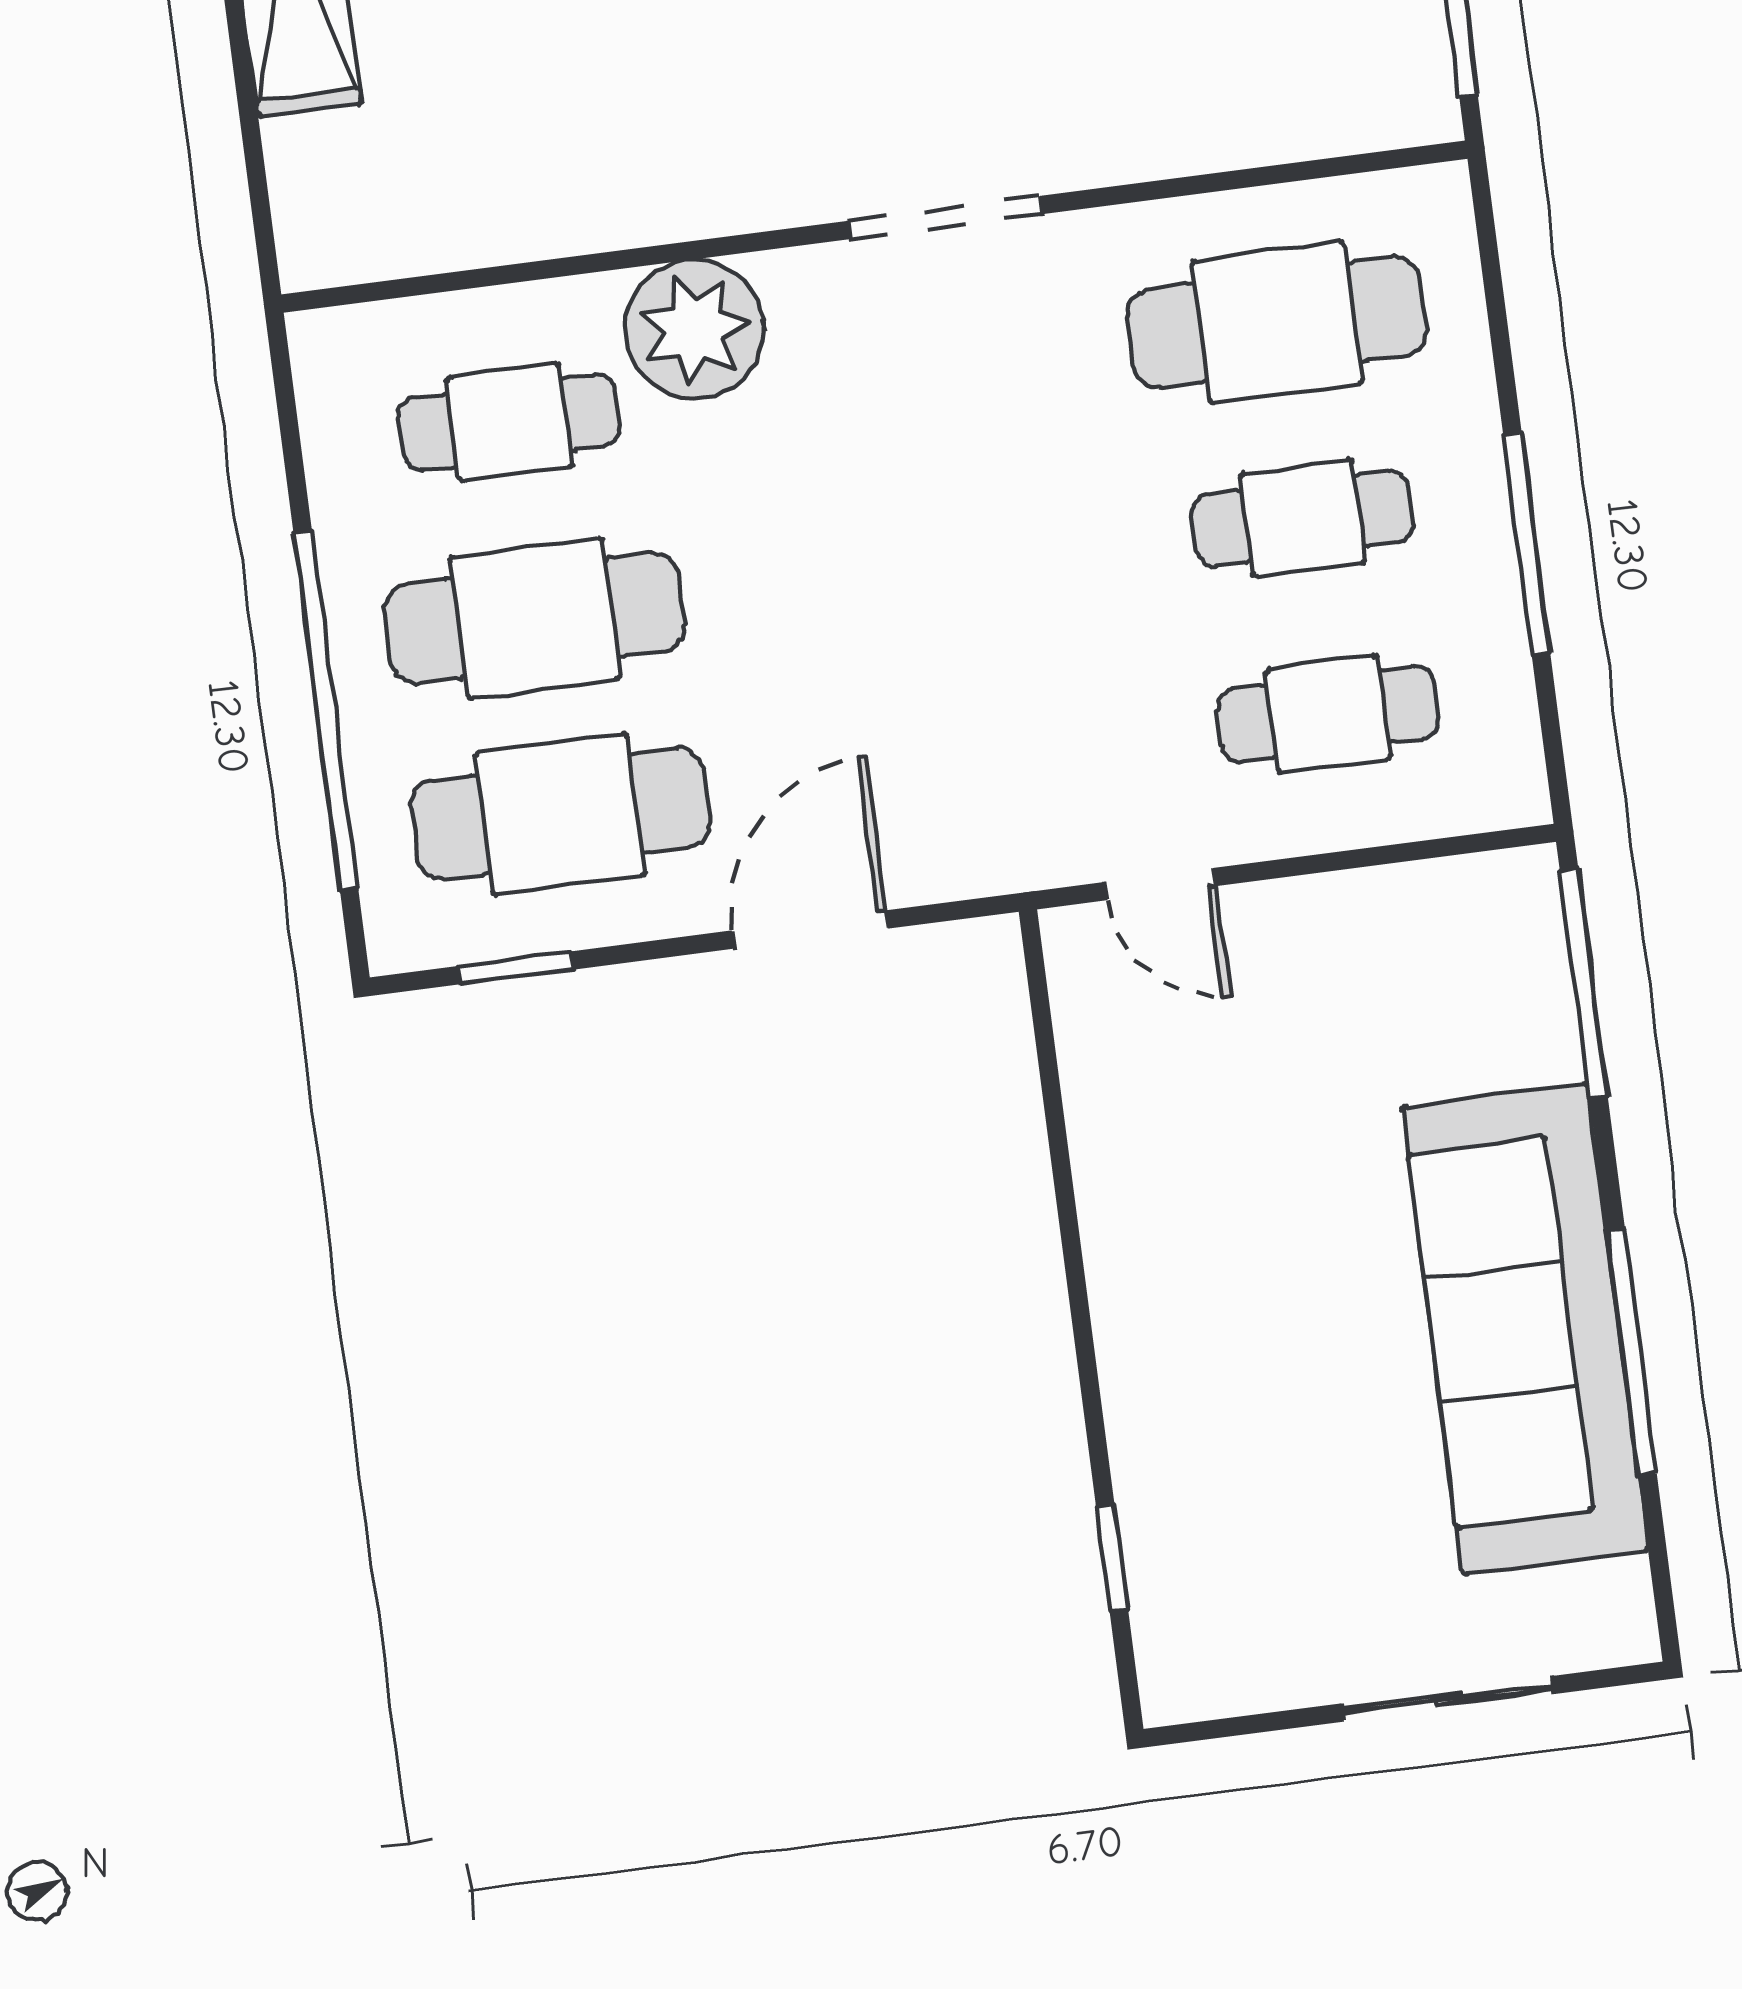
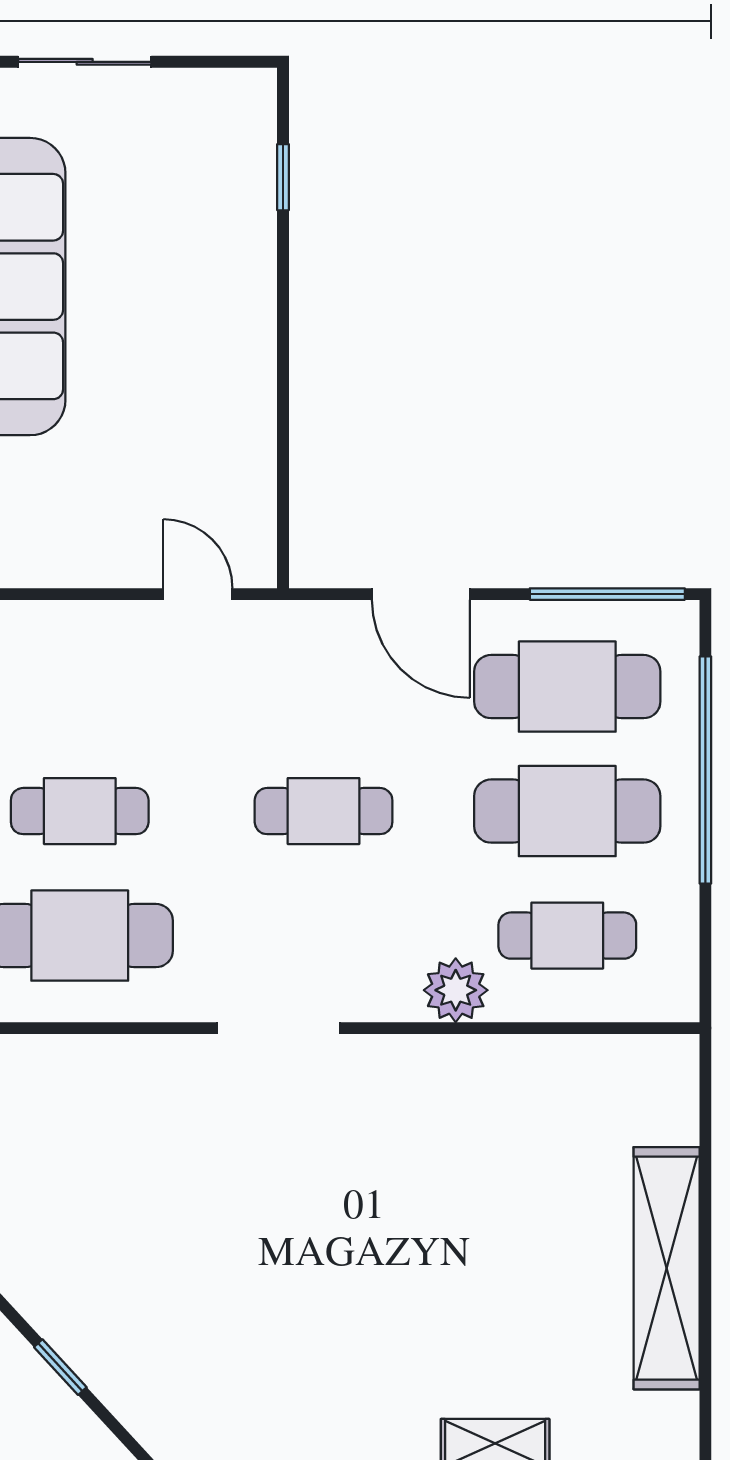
plant: (695, 329) -> (456, 990), width x0.73, depth x0.73
cafe table: (1328, 714) -> (324, 811), moved
door: (810, 930) -> (421, 594), hinge flipped
window: (516, 968) -> (607, 594), width x2.17

